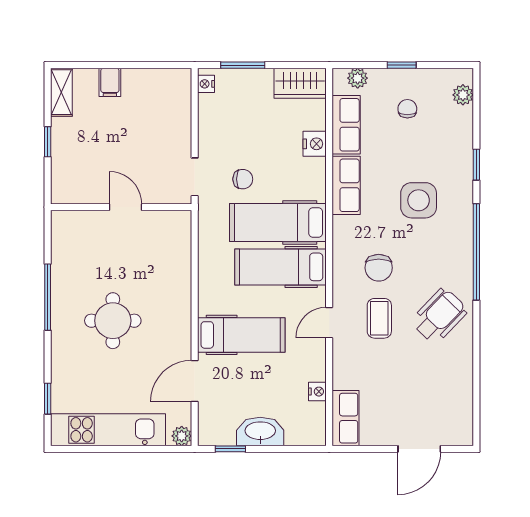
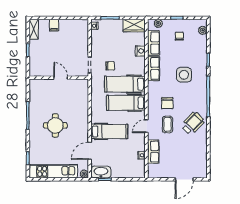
row of seats: (345, 418) -> (153, 152), moved
washbasin: (260, 432) -> (101, 172), moved

